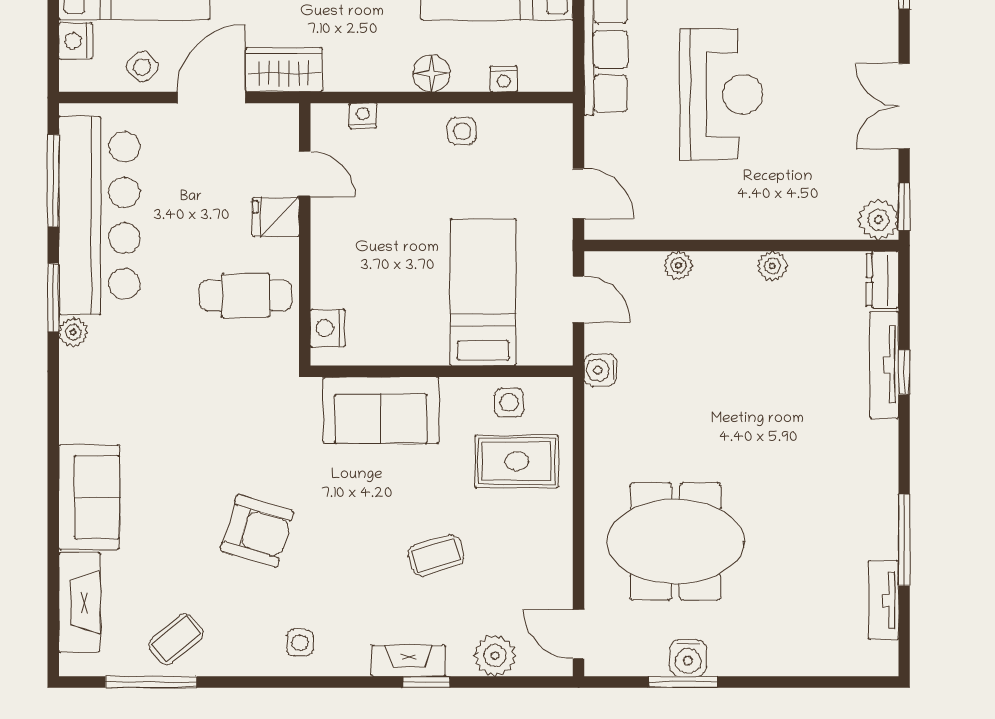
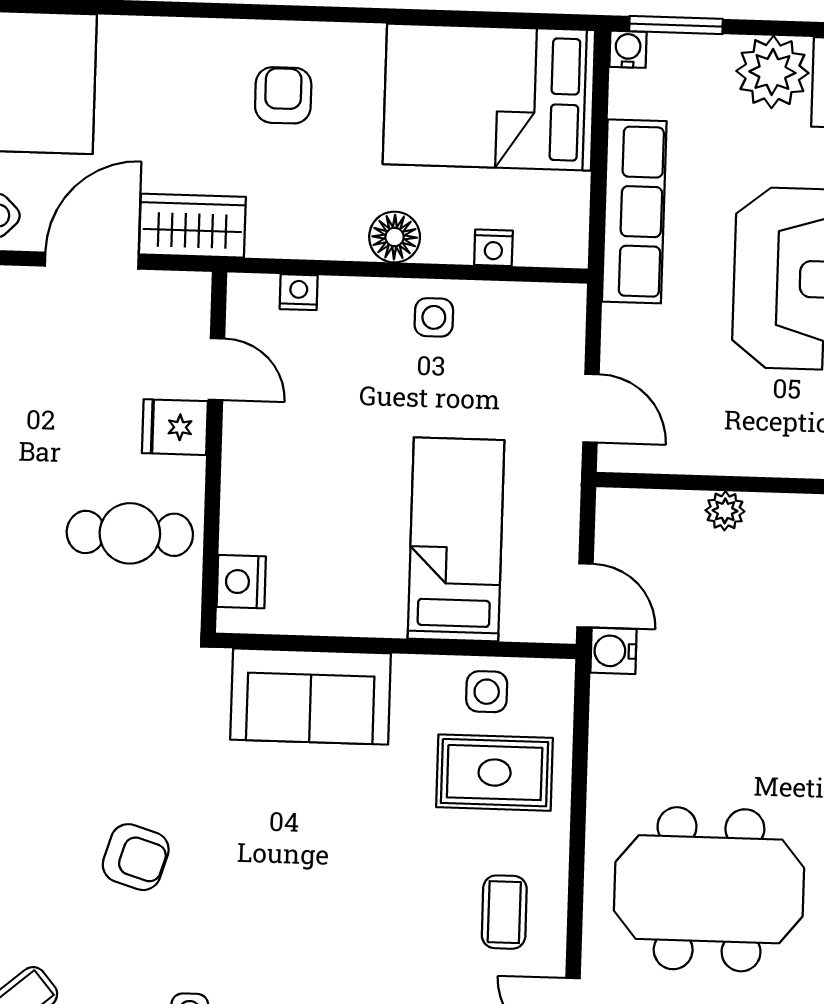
door: (579, 299) -> (585, 595), moved
armchair: (257, 531) -> (136, 857), width x0.72, depth x0.72
coffee table: (436, 555) -> (504, 912), moved, turned -73

